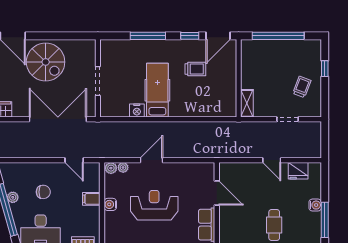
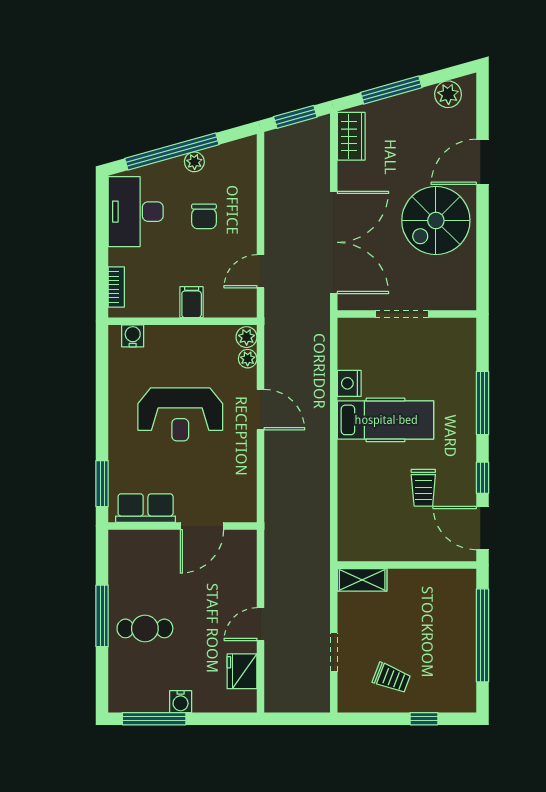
water cooler: (110, 204) -> (133, 336), moved
reception desk: (154, 205) -> (180, 414), turned 90

